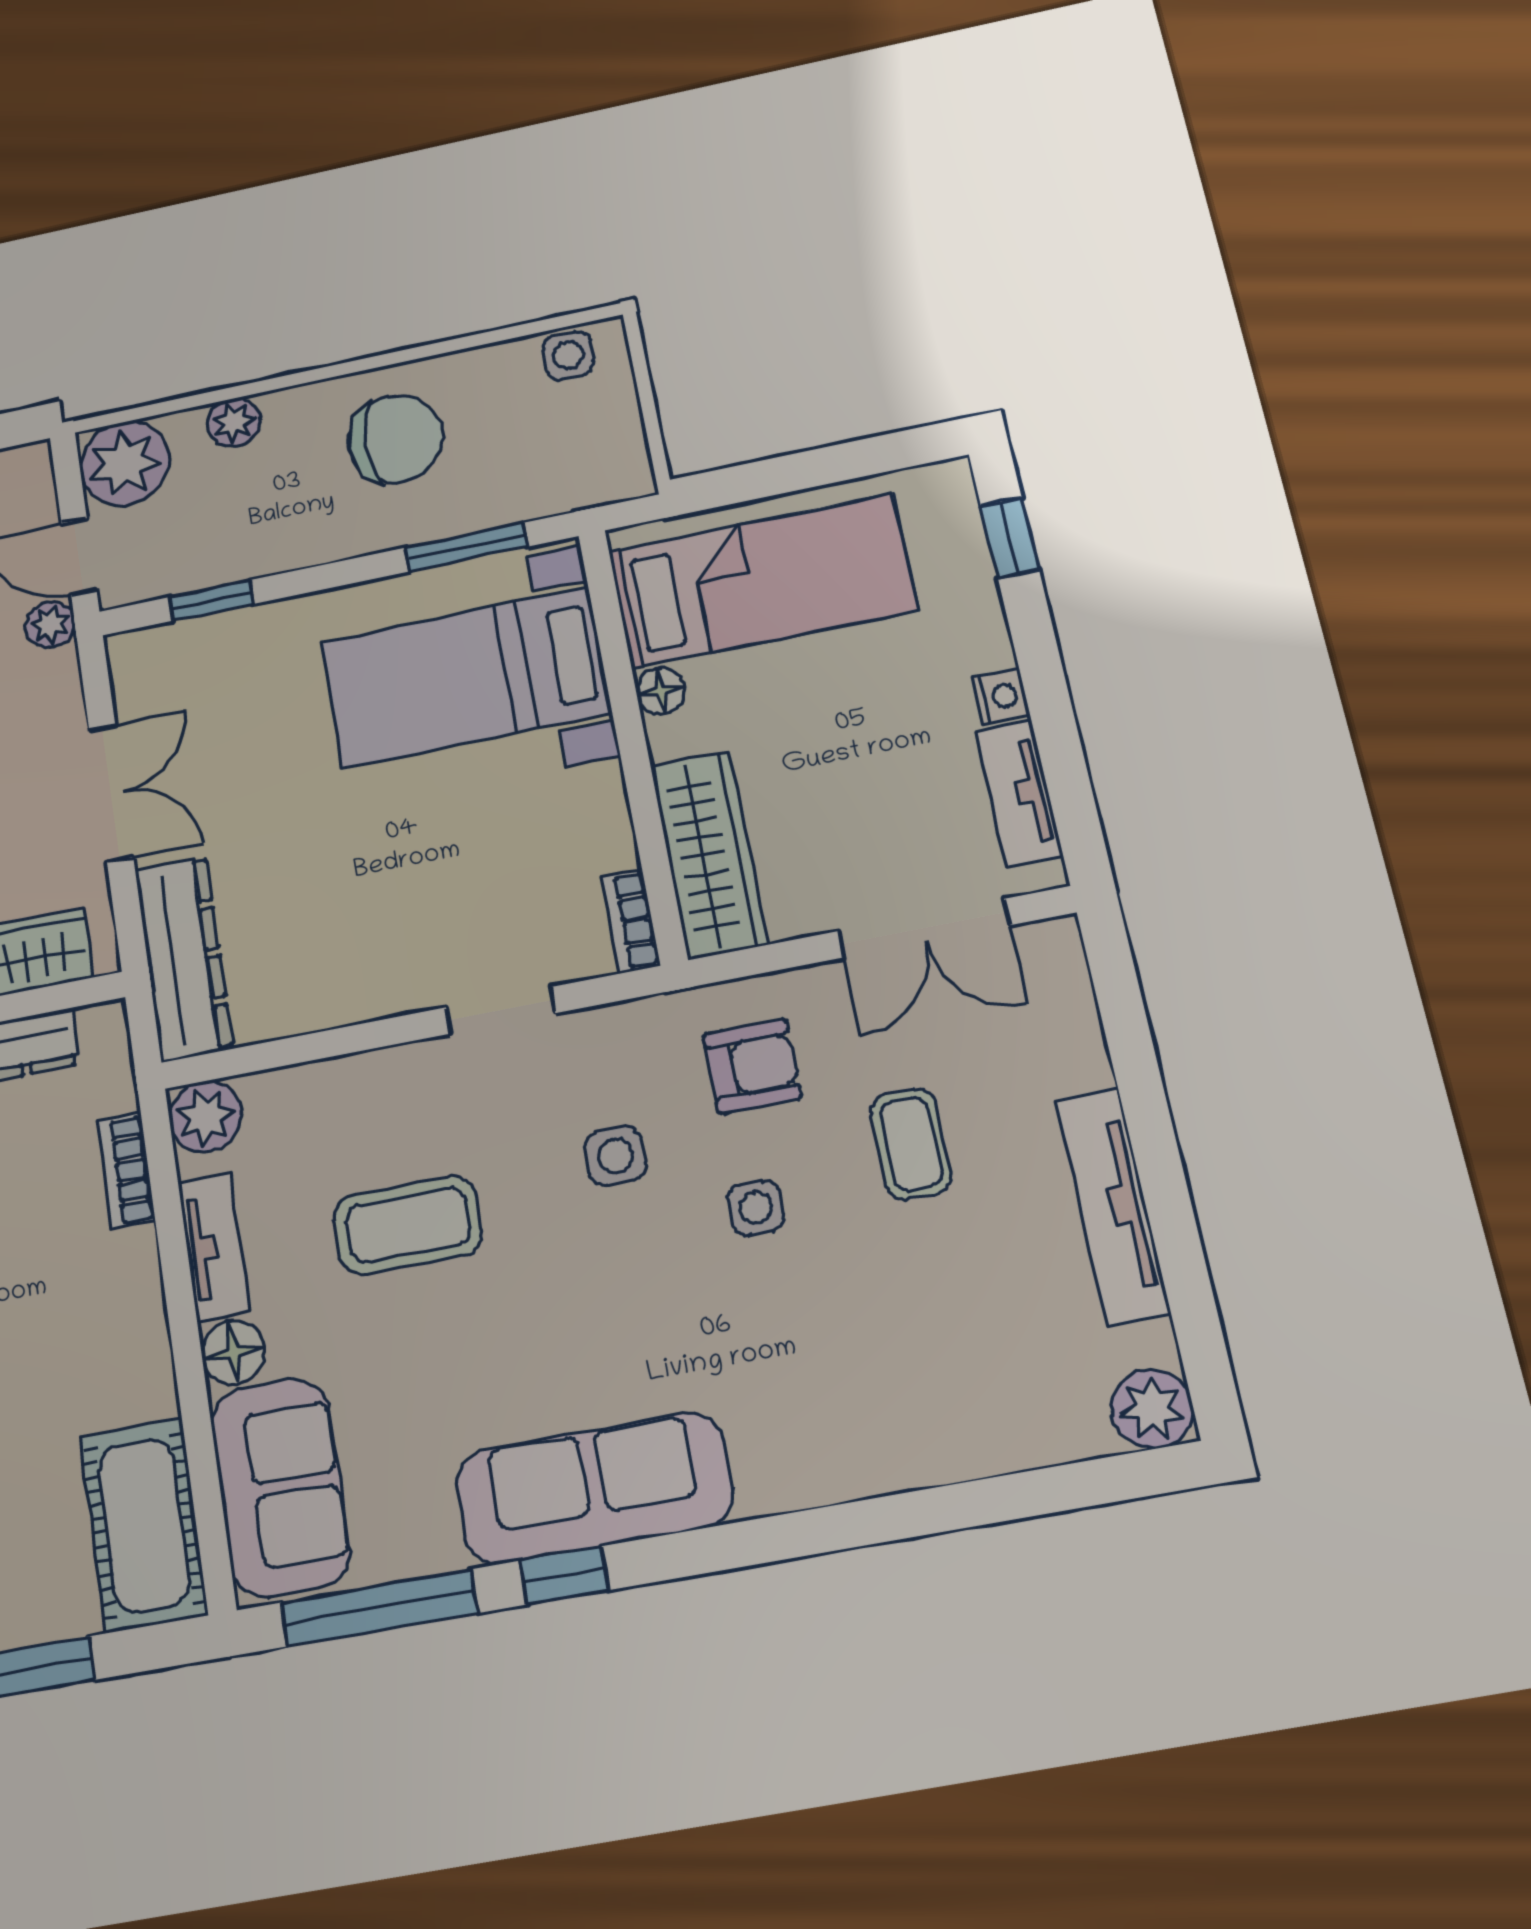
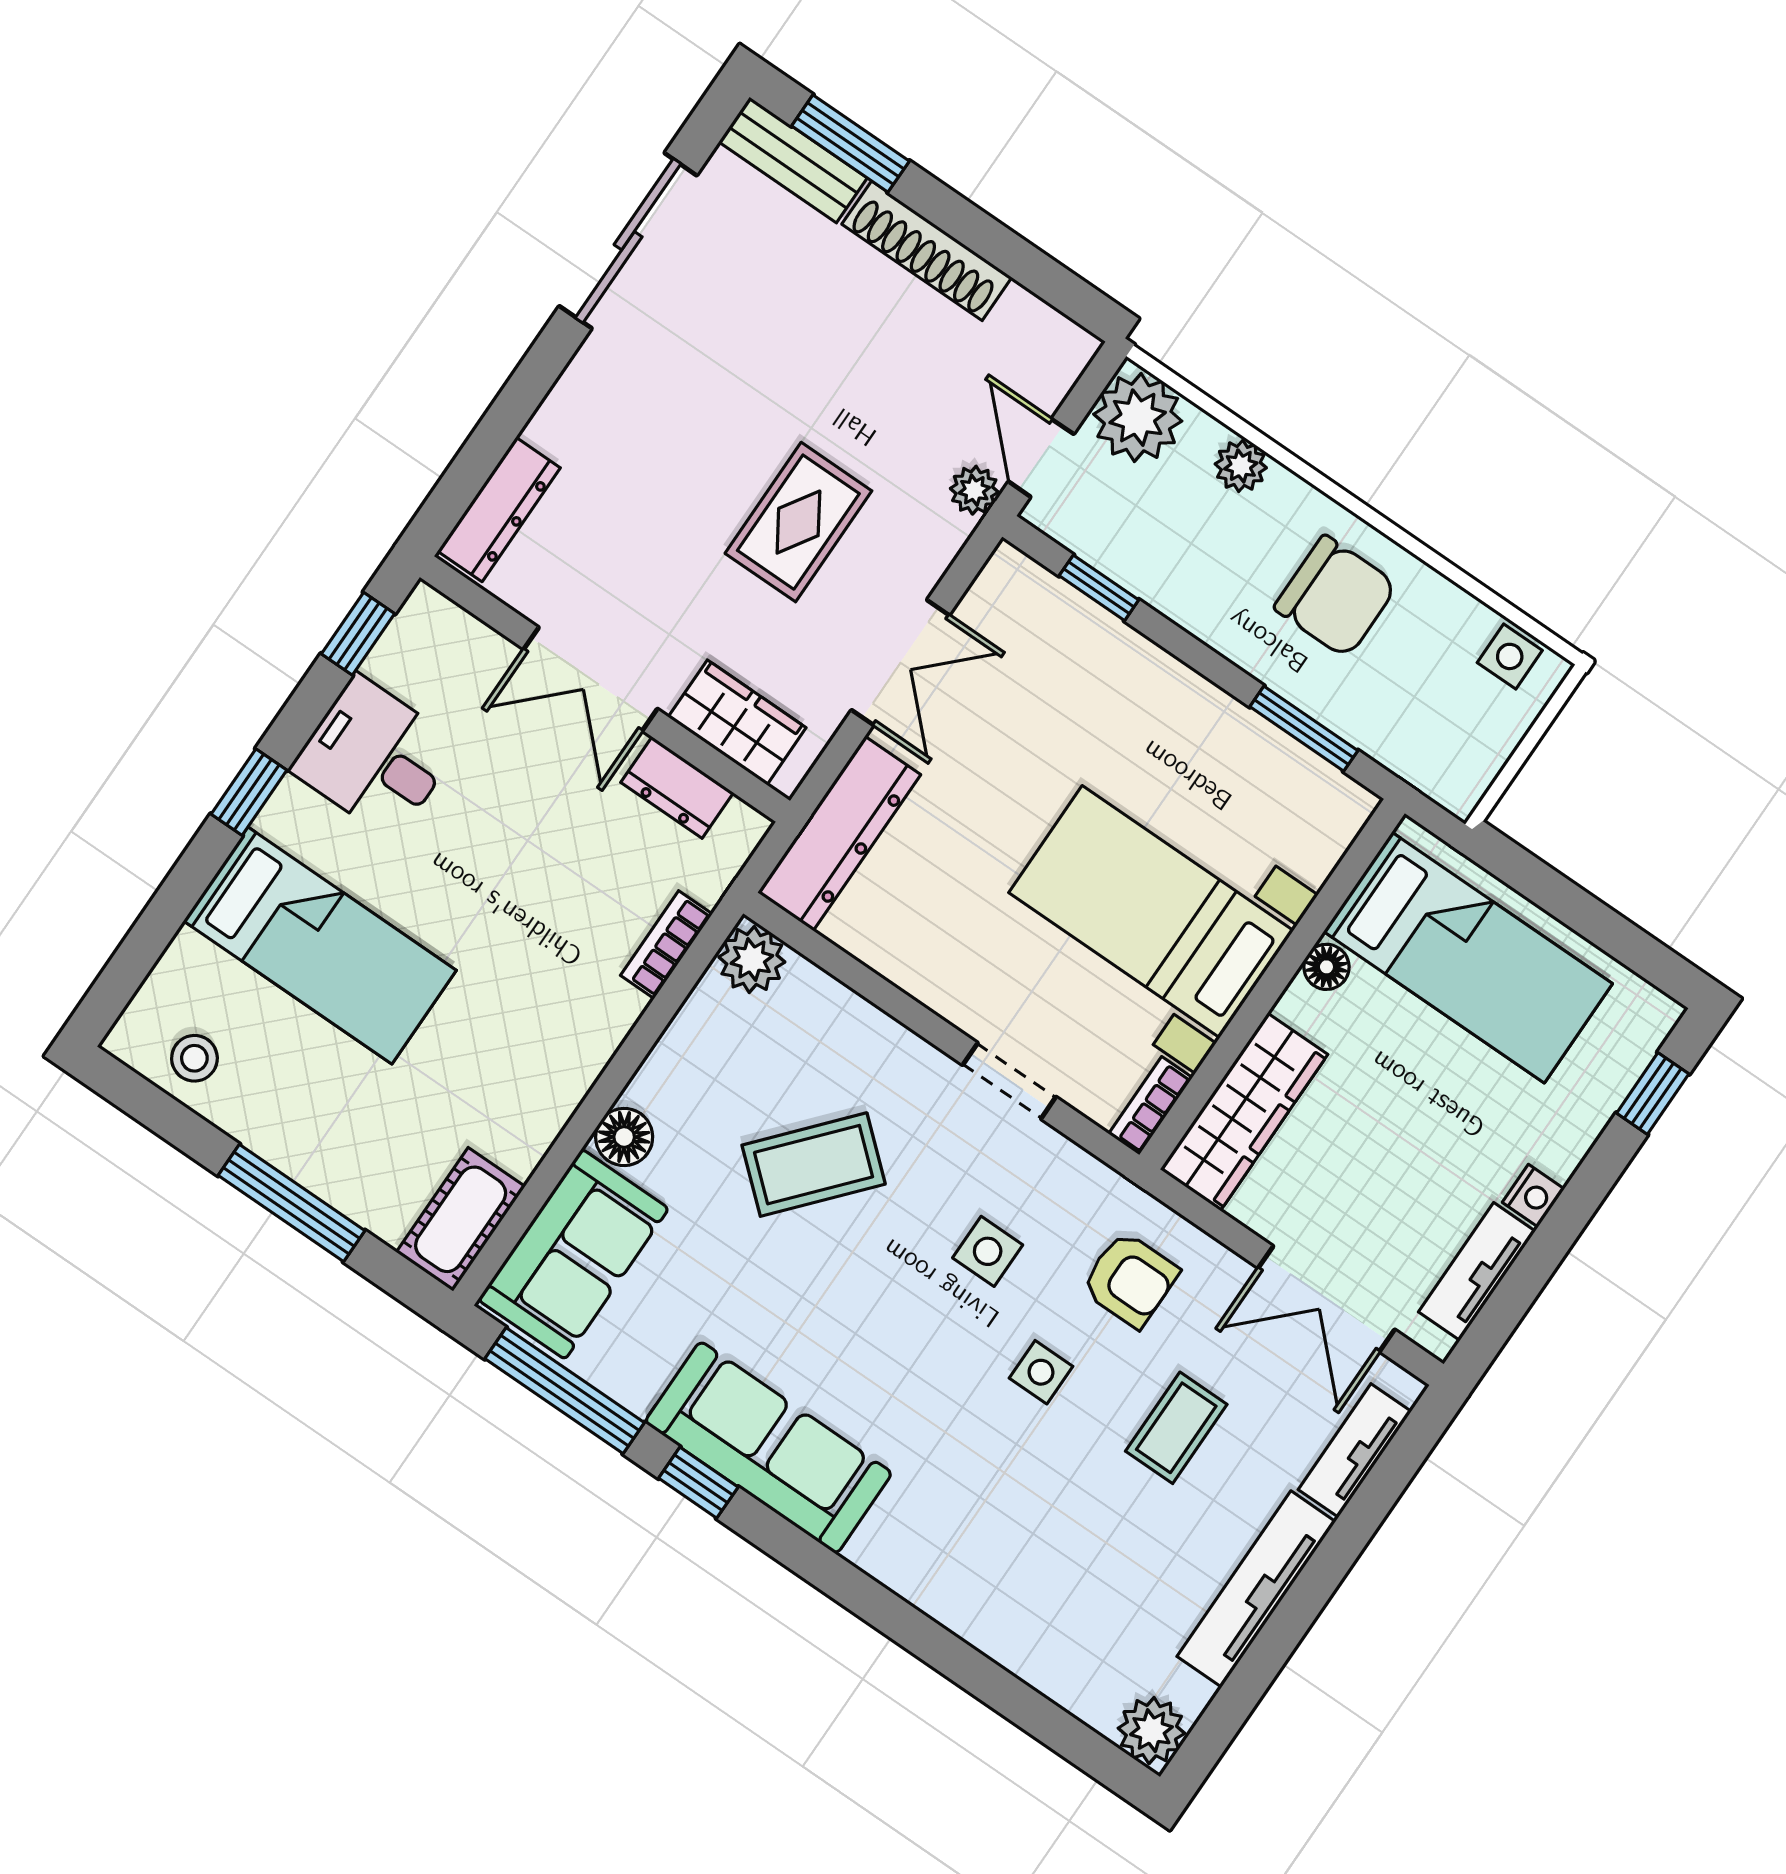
bed with nightstands: (465, 677) -> (1151, 912), moved
coffee table: (408, 1225) -> (814, 1165), turned -49
tv unit: (214, 1247) -> (1355, 1451), moved, turned 180
cot: (144, 1525) -> (461, 1219), width x0.73, depth x0.75

